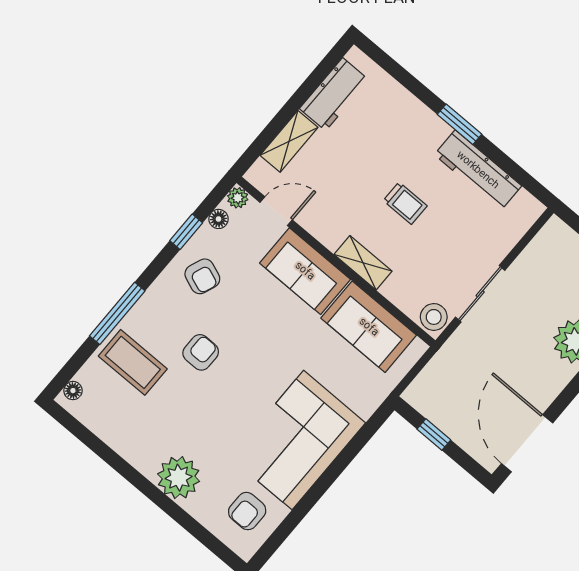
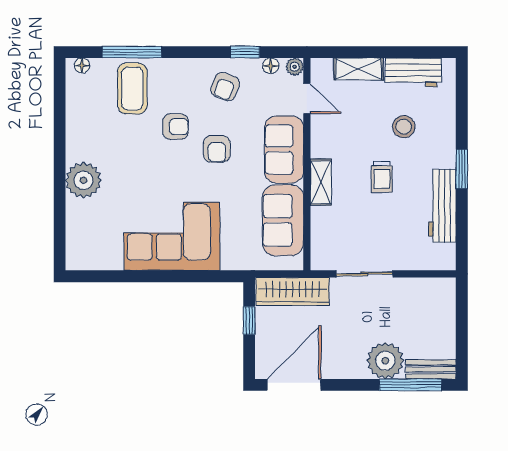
window: (117, 313) -> (132, 52), moved
stool: (434, 317) -> (404, 127), moved
wardrobe: (441, 373) -> (293, 292), added
armchair: (247, 511) -> (217, 149), moved, turned -90

